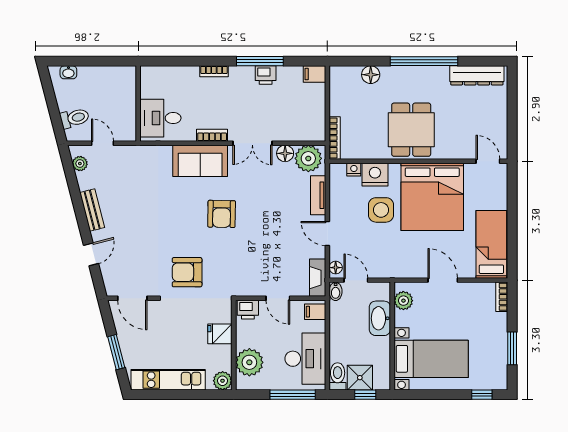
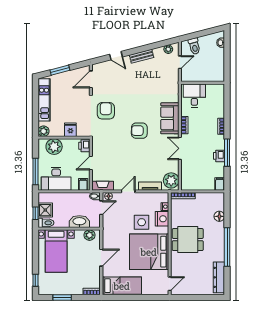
floor lamp: (285, 153) -> (174, 167), removed
toilet: (338, 376) -> (46, 223), moved

